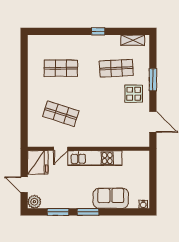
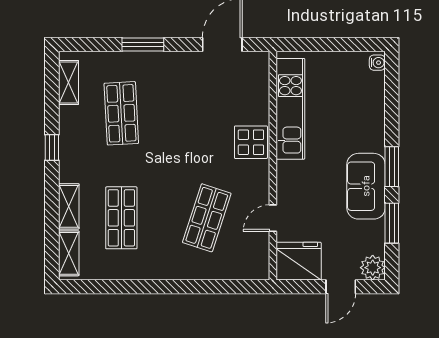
shelving: (42, 40) -> (69, 253), added
shelving: (67, 40) -> (69, 206), added
display table: (134, 94) -> (251, 142), moved
door: (61, 149) -> (273, 218), swing flipped
kitchen unit: (95, 158) -> (290, 109), moved
sofa: (111, 198) -> (366, 186), moved

